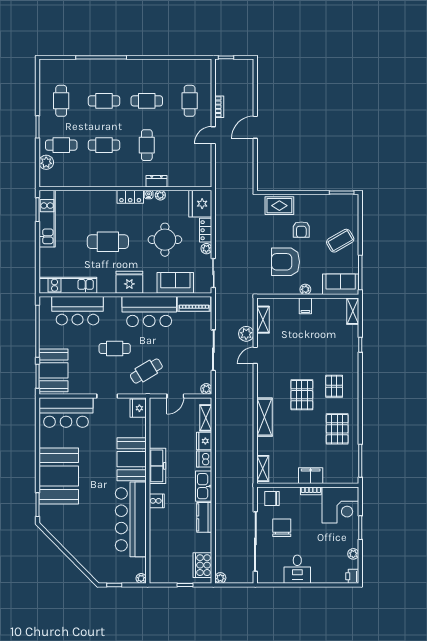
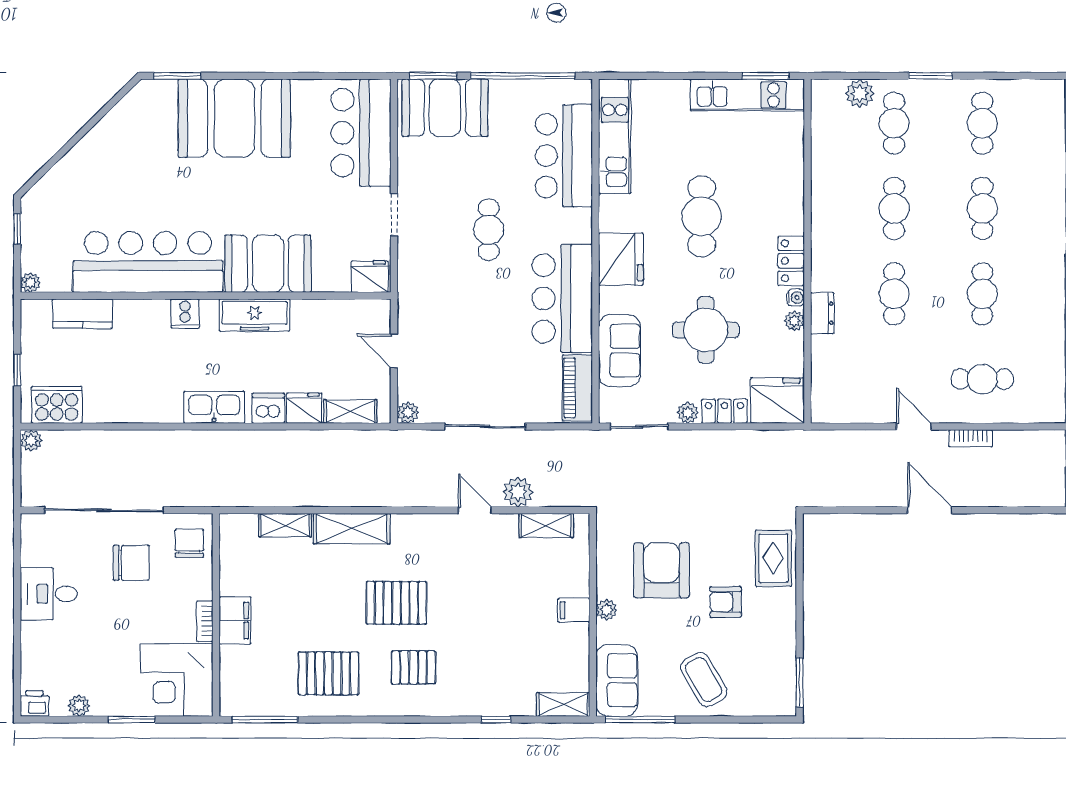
cafe table: (61, 101) -> (982, 123), turned 90
cafe table: (147, 145) -> (894, 294), turned 90
cafe table: (146, 371) -> (444, 293), removed
shelving: (263, 468) -> (285, 525), moved
kitchen counter: (204, 517) -> (82, 314), moved, turned 180

